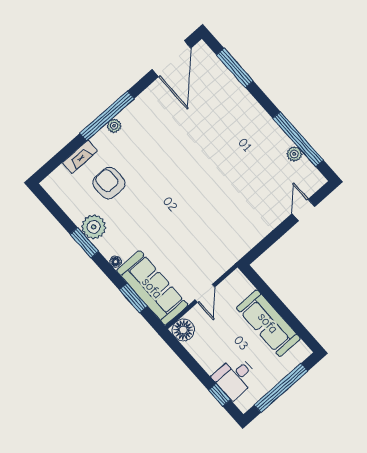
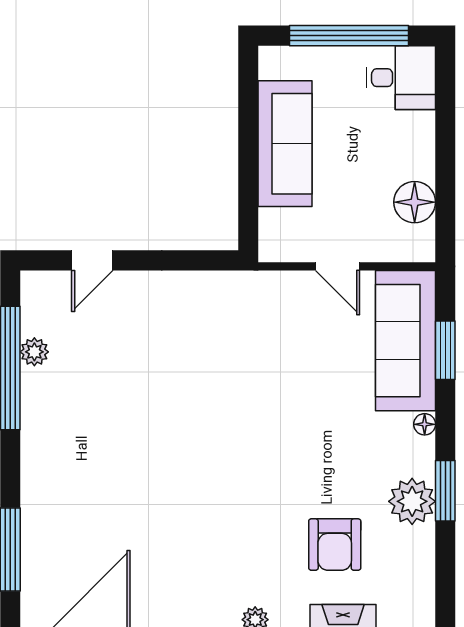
door: (205, 293) -> (337, 266), swing flipped
floor lamp: (183, 330) -> (415, 202), moved
desk: (235, 377) -> (401, 78), moved
window: (219, 395) -> (445, 103), removed

